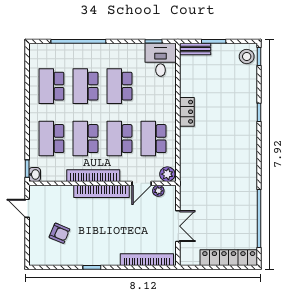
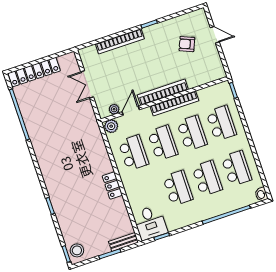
washbasin: (35, 174) -> (261, 194), moved
door: (27, 208) -> (215, 35), moved
bookcase: (147, 260) -> (120, 41), moved

